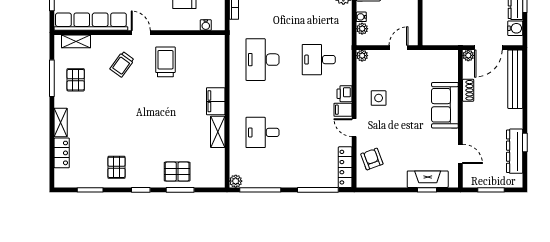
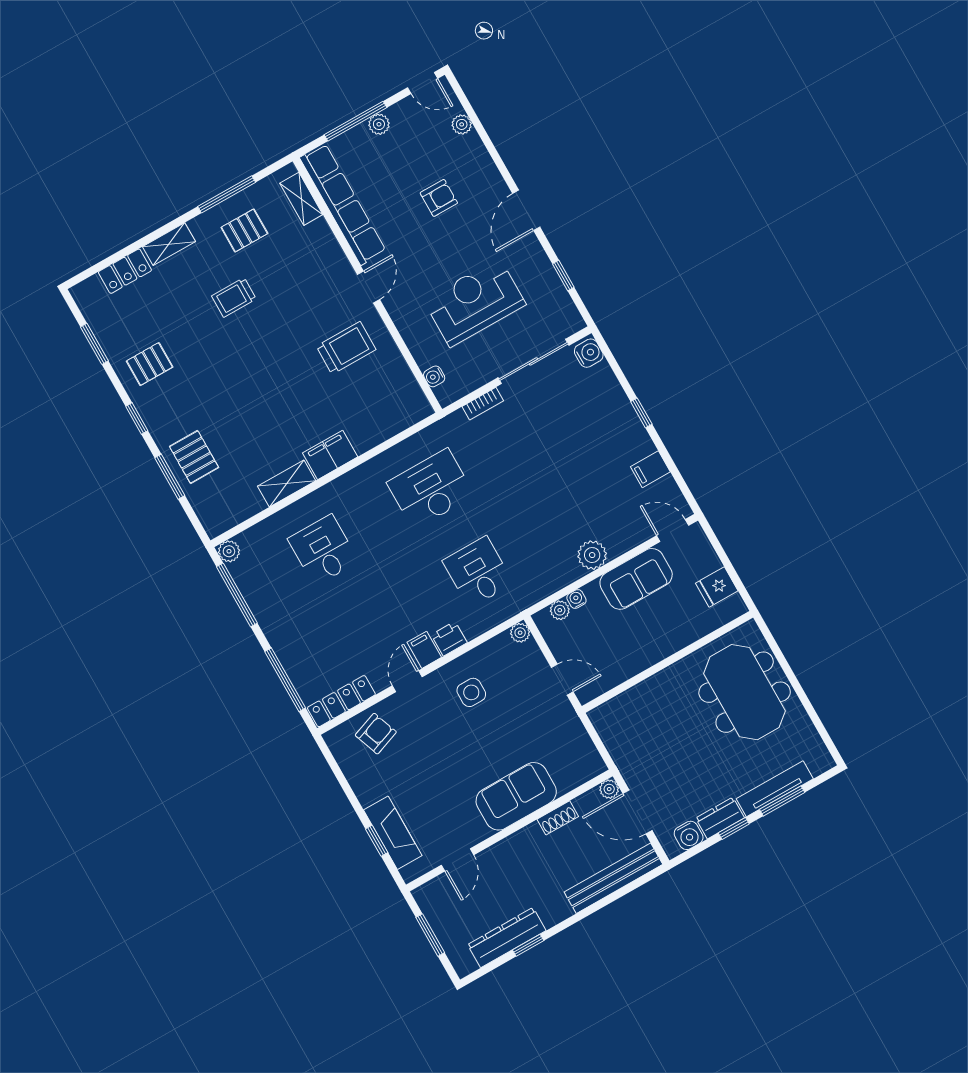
trolley: (122, 64) -> (234, 297), moved, turned -36

